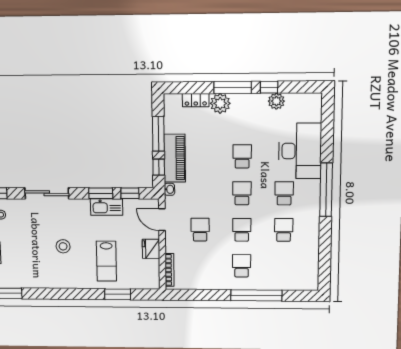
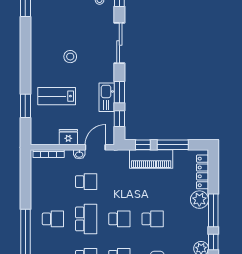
locker: (196, 100) -> (202, 172), width x1.53
washbasin: (169, 189) -> (79, 154), moved
school desk: (242, 230) -> (86, 219), width x1.85

